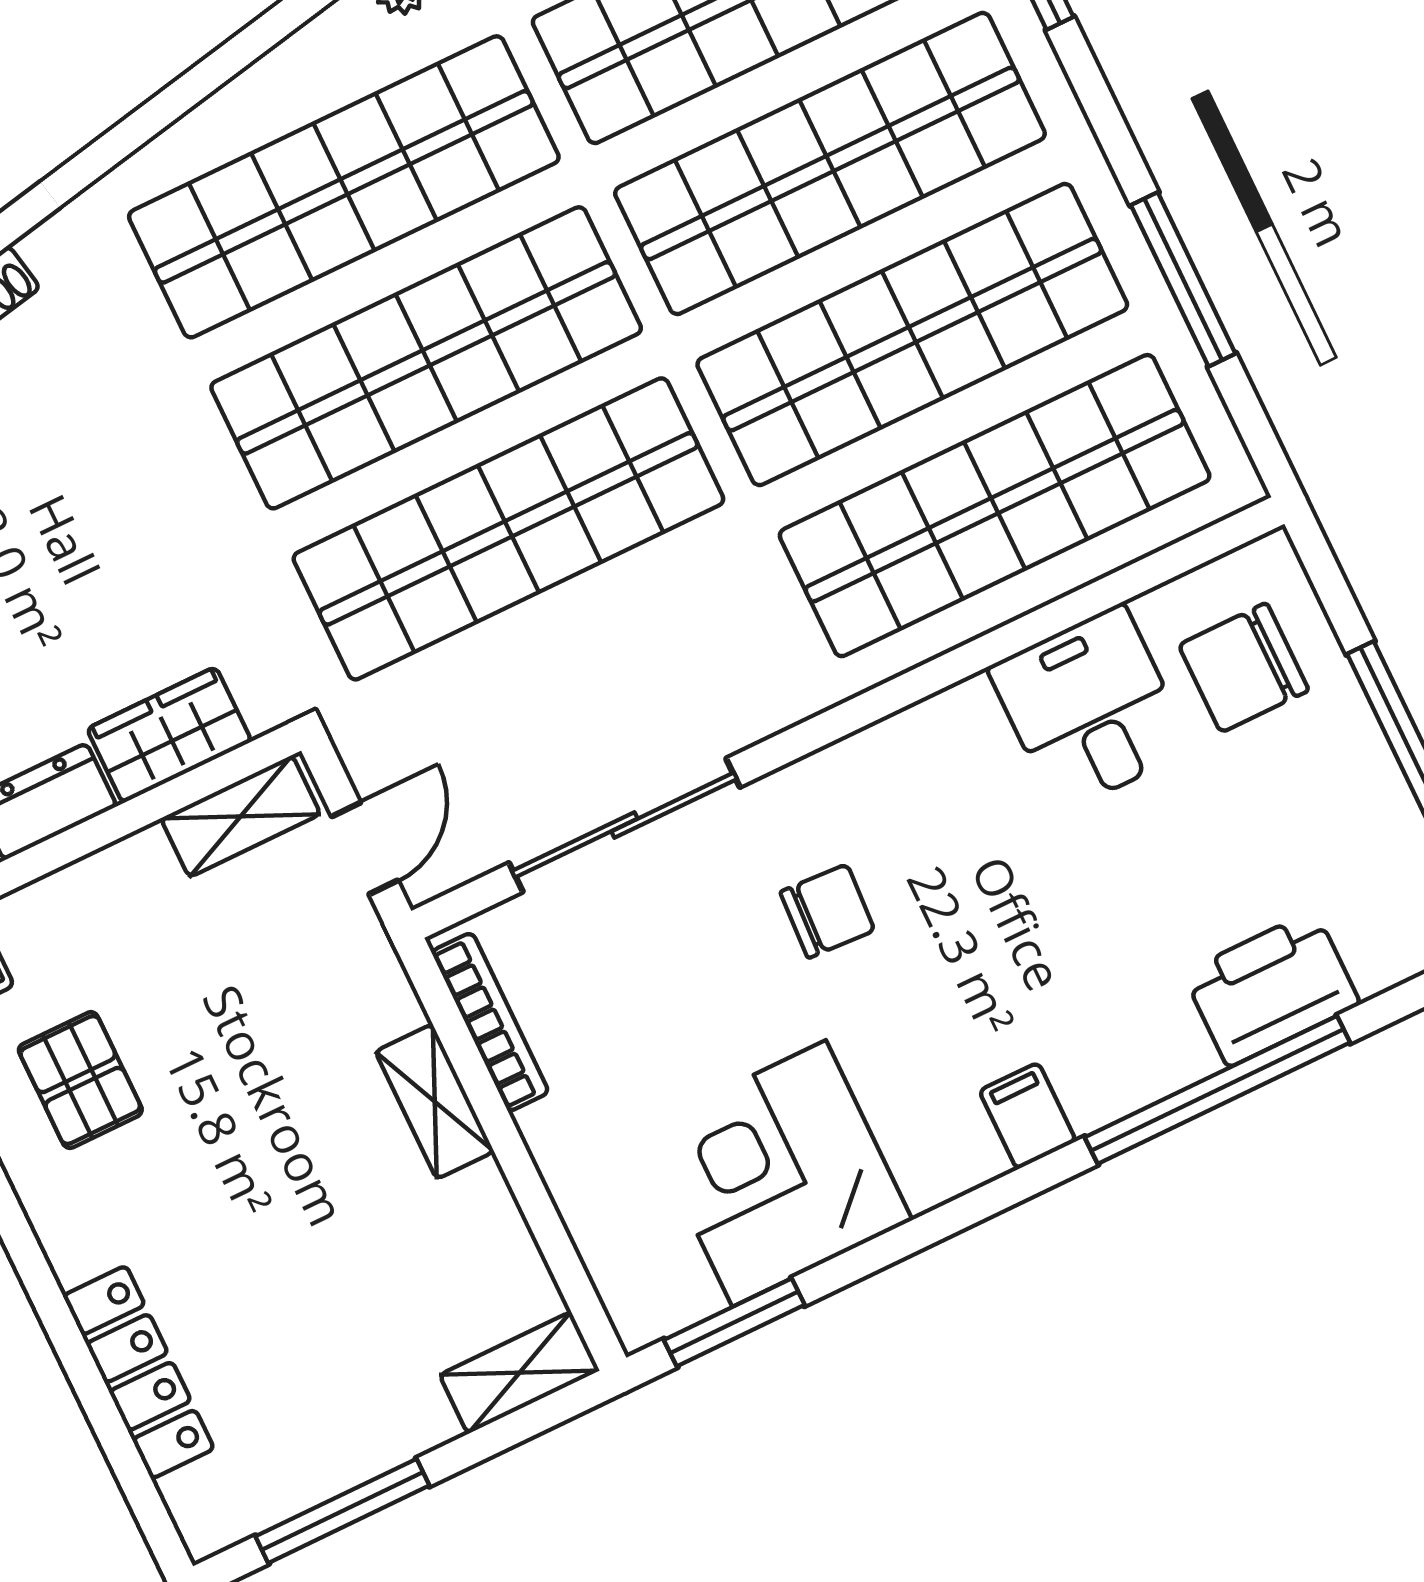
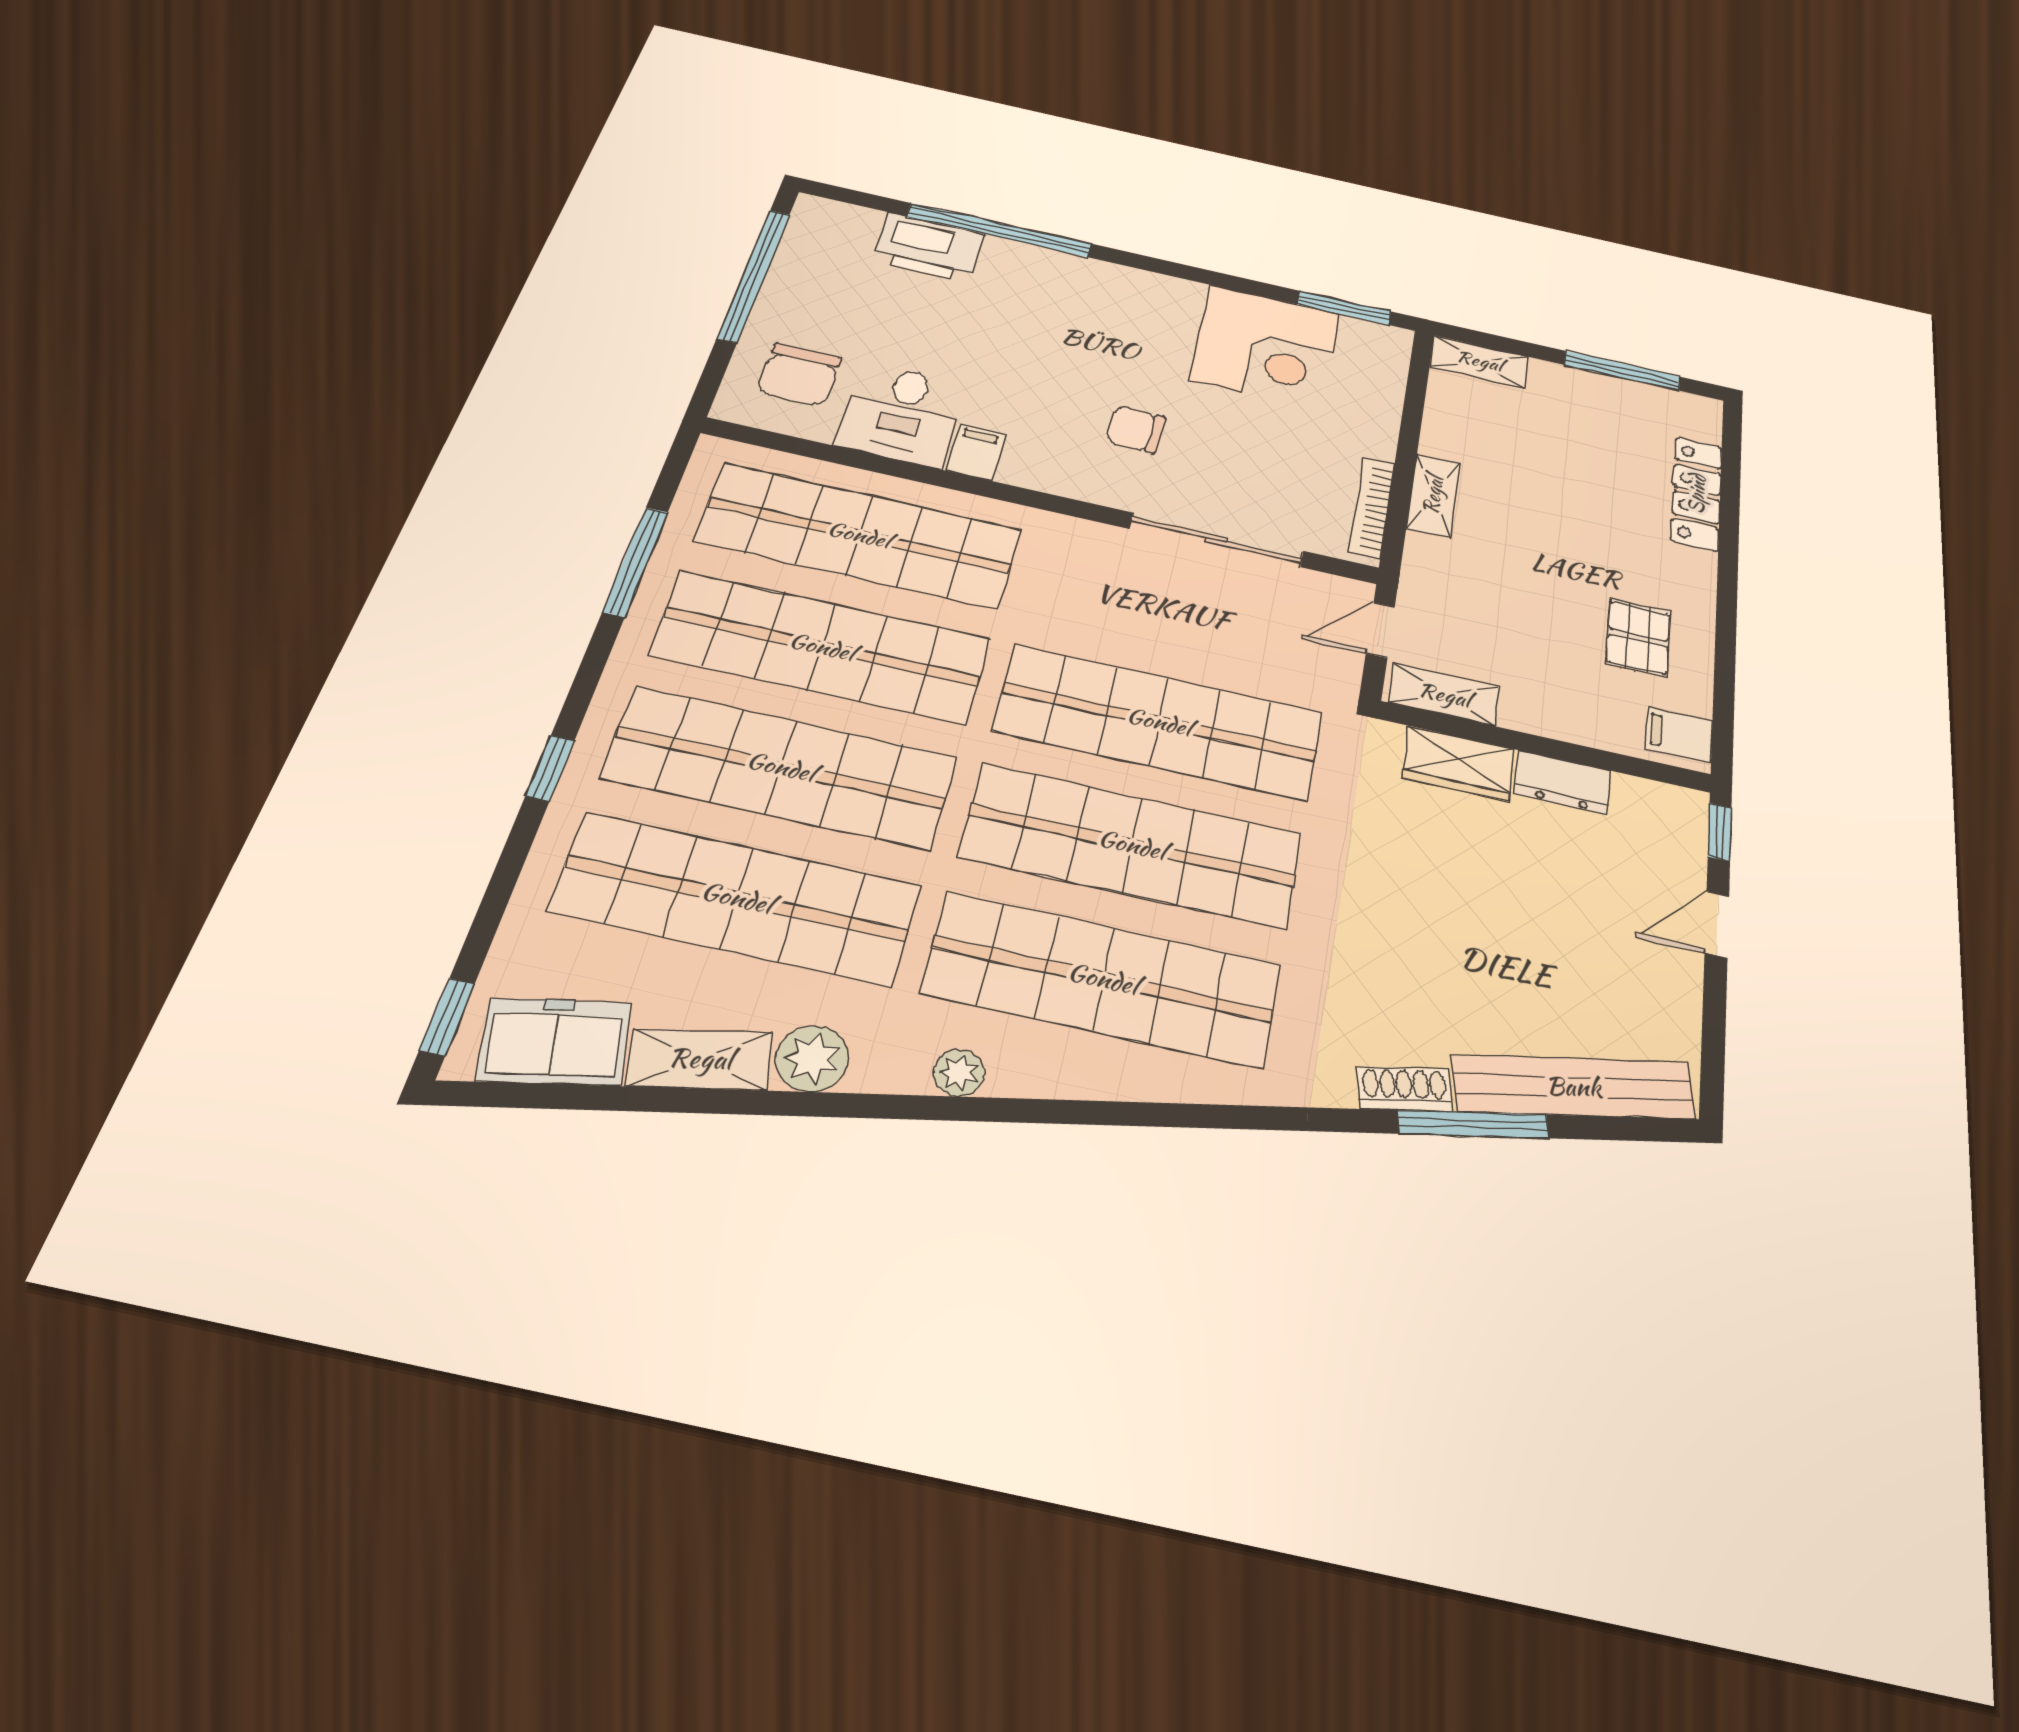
chair: (1244, 668) -> (799, 375), turned 90
filing cabinet: (1028, 1116) -> (976, 452), moved, turned 180

